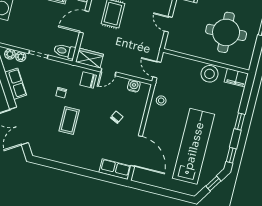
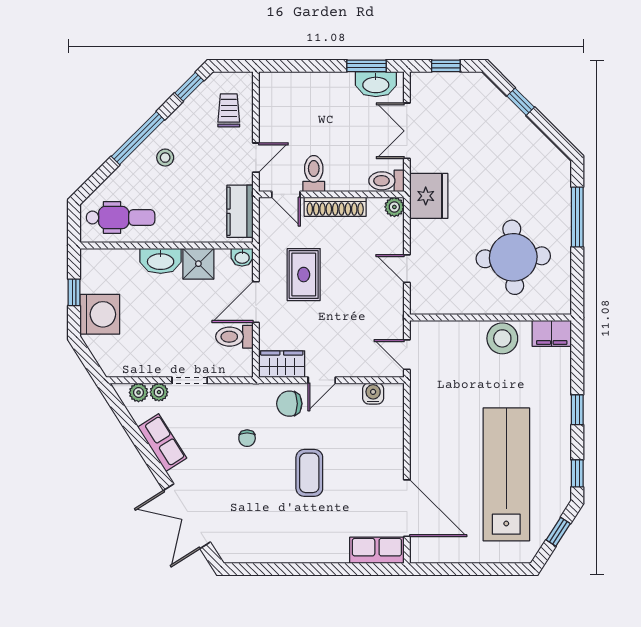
toilet: (65, 51) -> (234, 337), moved
stool: (161, 100) -> (428, 407), removed
chair: (117, 117) -> (357, 457), removed
coffee table: (69, 121) -> (309, 473), moved

